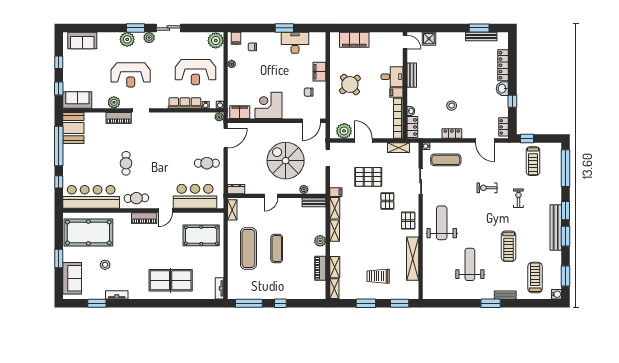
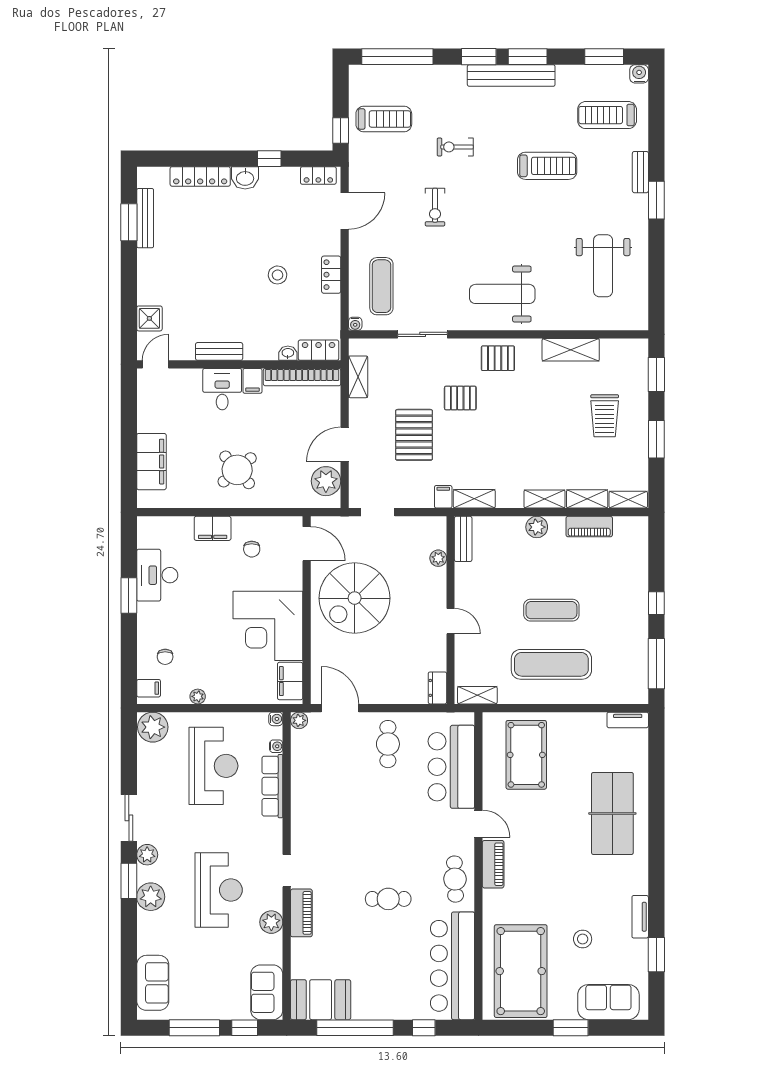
window: (59, 62) -> (194, 1028), width x2.17
corner desk: (268, 105) -> (268, 626), width x1.36, depth x1.36
spiral stairs: (286, 161) -> (355, 598), moved
shelving: (335, 231) -> (545, 499), moved
shelving: (413, 259) -> (571, 350), width x0.68
weight bench: (470, 264) -> (603, 266), moved, turned -90

